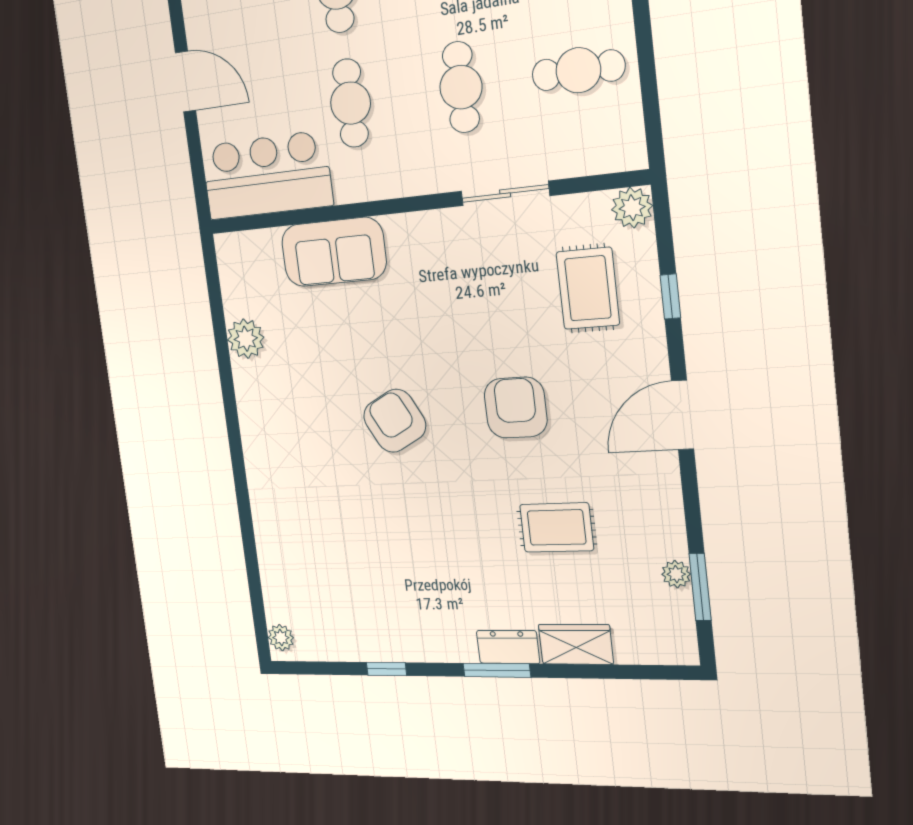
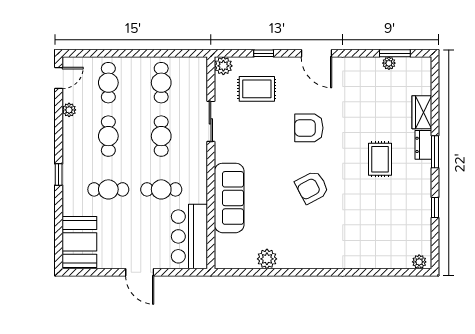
door: (186, 82) -> (140, 272), swing flipped
cafe table: (461, 87) -> (161, 136), turned 90
sofa: (334, 252) -> (229, 198), width x1.36
rug: (557, 527) -> (380, 159), moved

